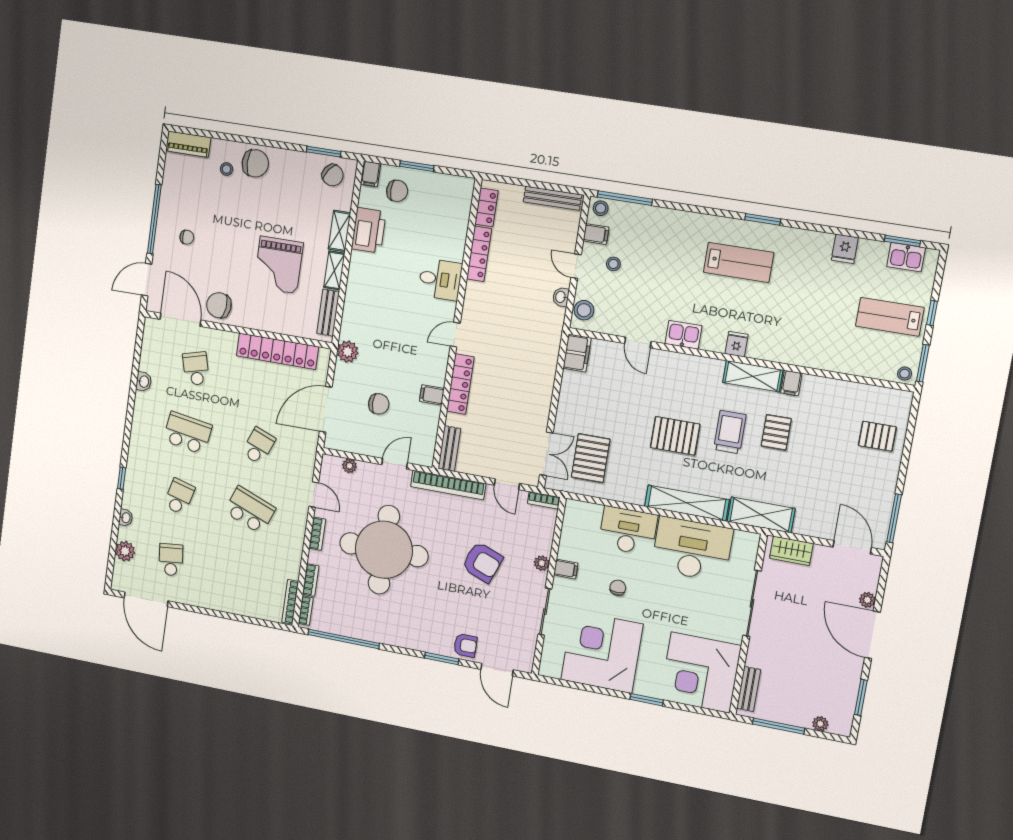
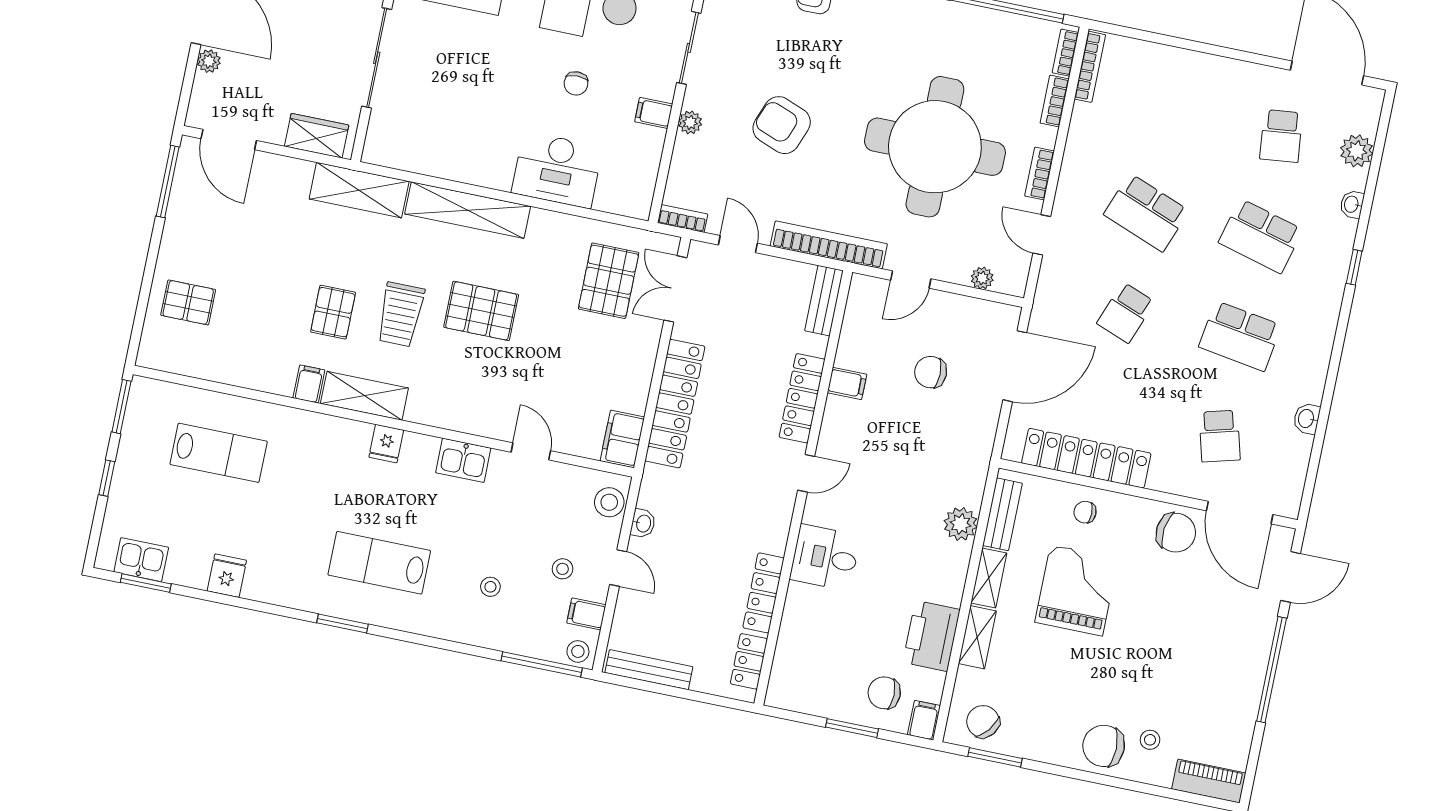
chair: (187, 237) -> (1085, 512), moved
lab bench: (890, 317) -> (219, 453), moved
plant: (348, 352) -> (961, 524), moved
stool: (905, 374) -> (490, 587), moved
locker: (543, 378) -> (675, 404), added
school desk: (179, 497) -> (1261, 236), width x1.85
desk: (692, 549) -> (462, 140), removed

